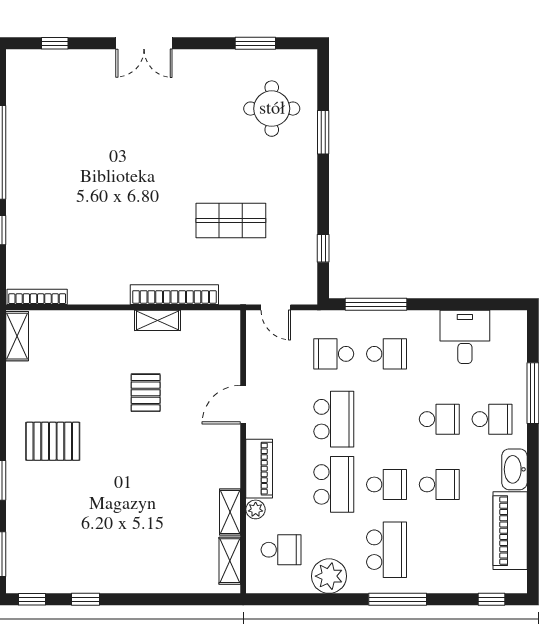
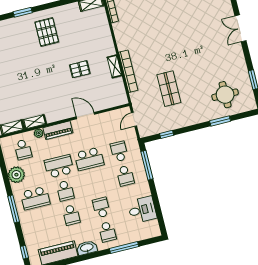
school desk: (439, 419) -> (101, 207), turned 180
school desk: (334, 484) -> (59, 166), turned 180

